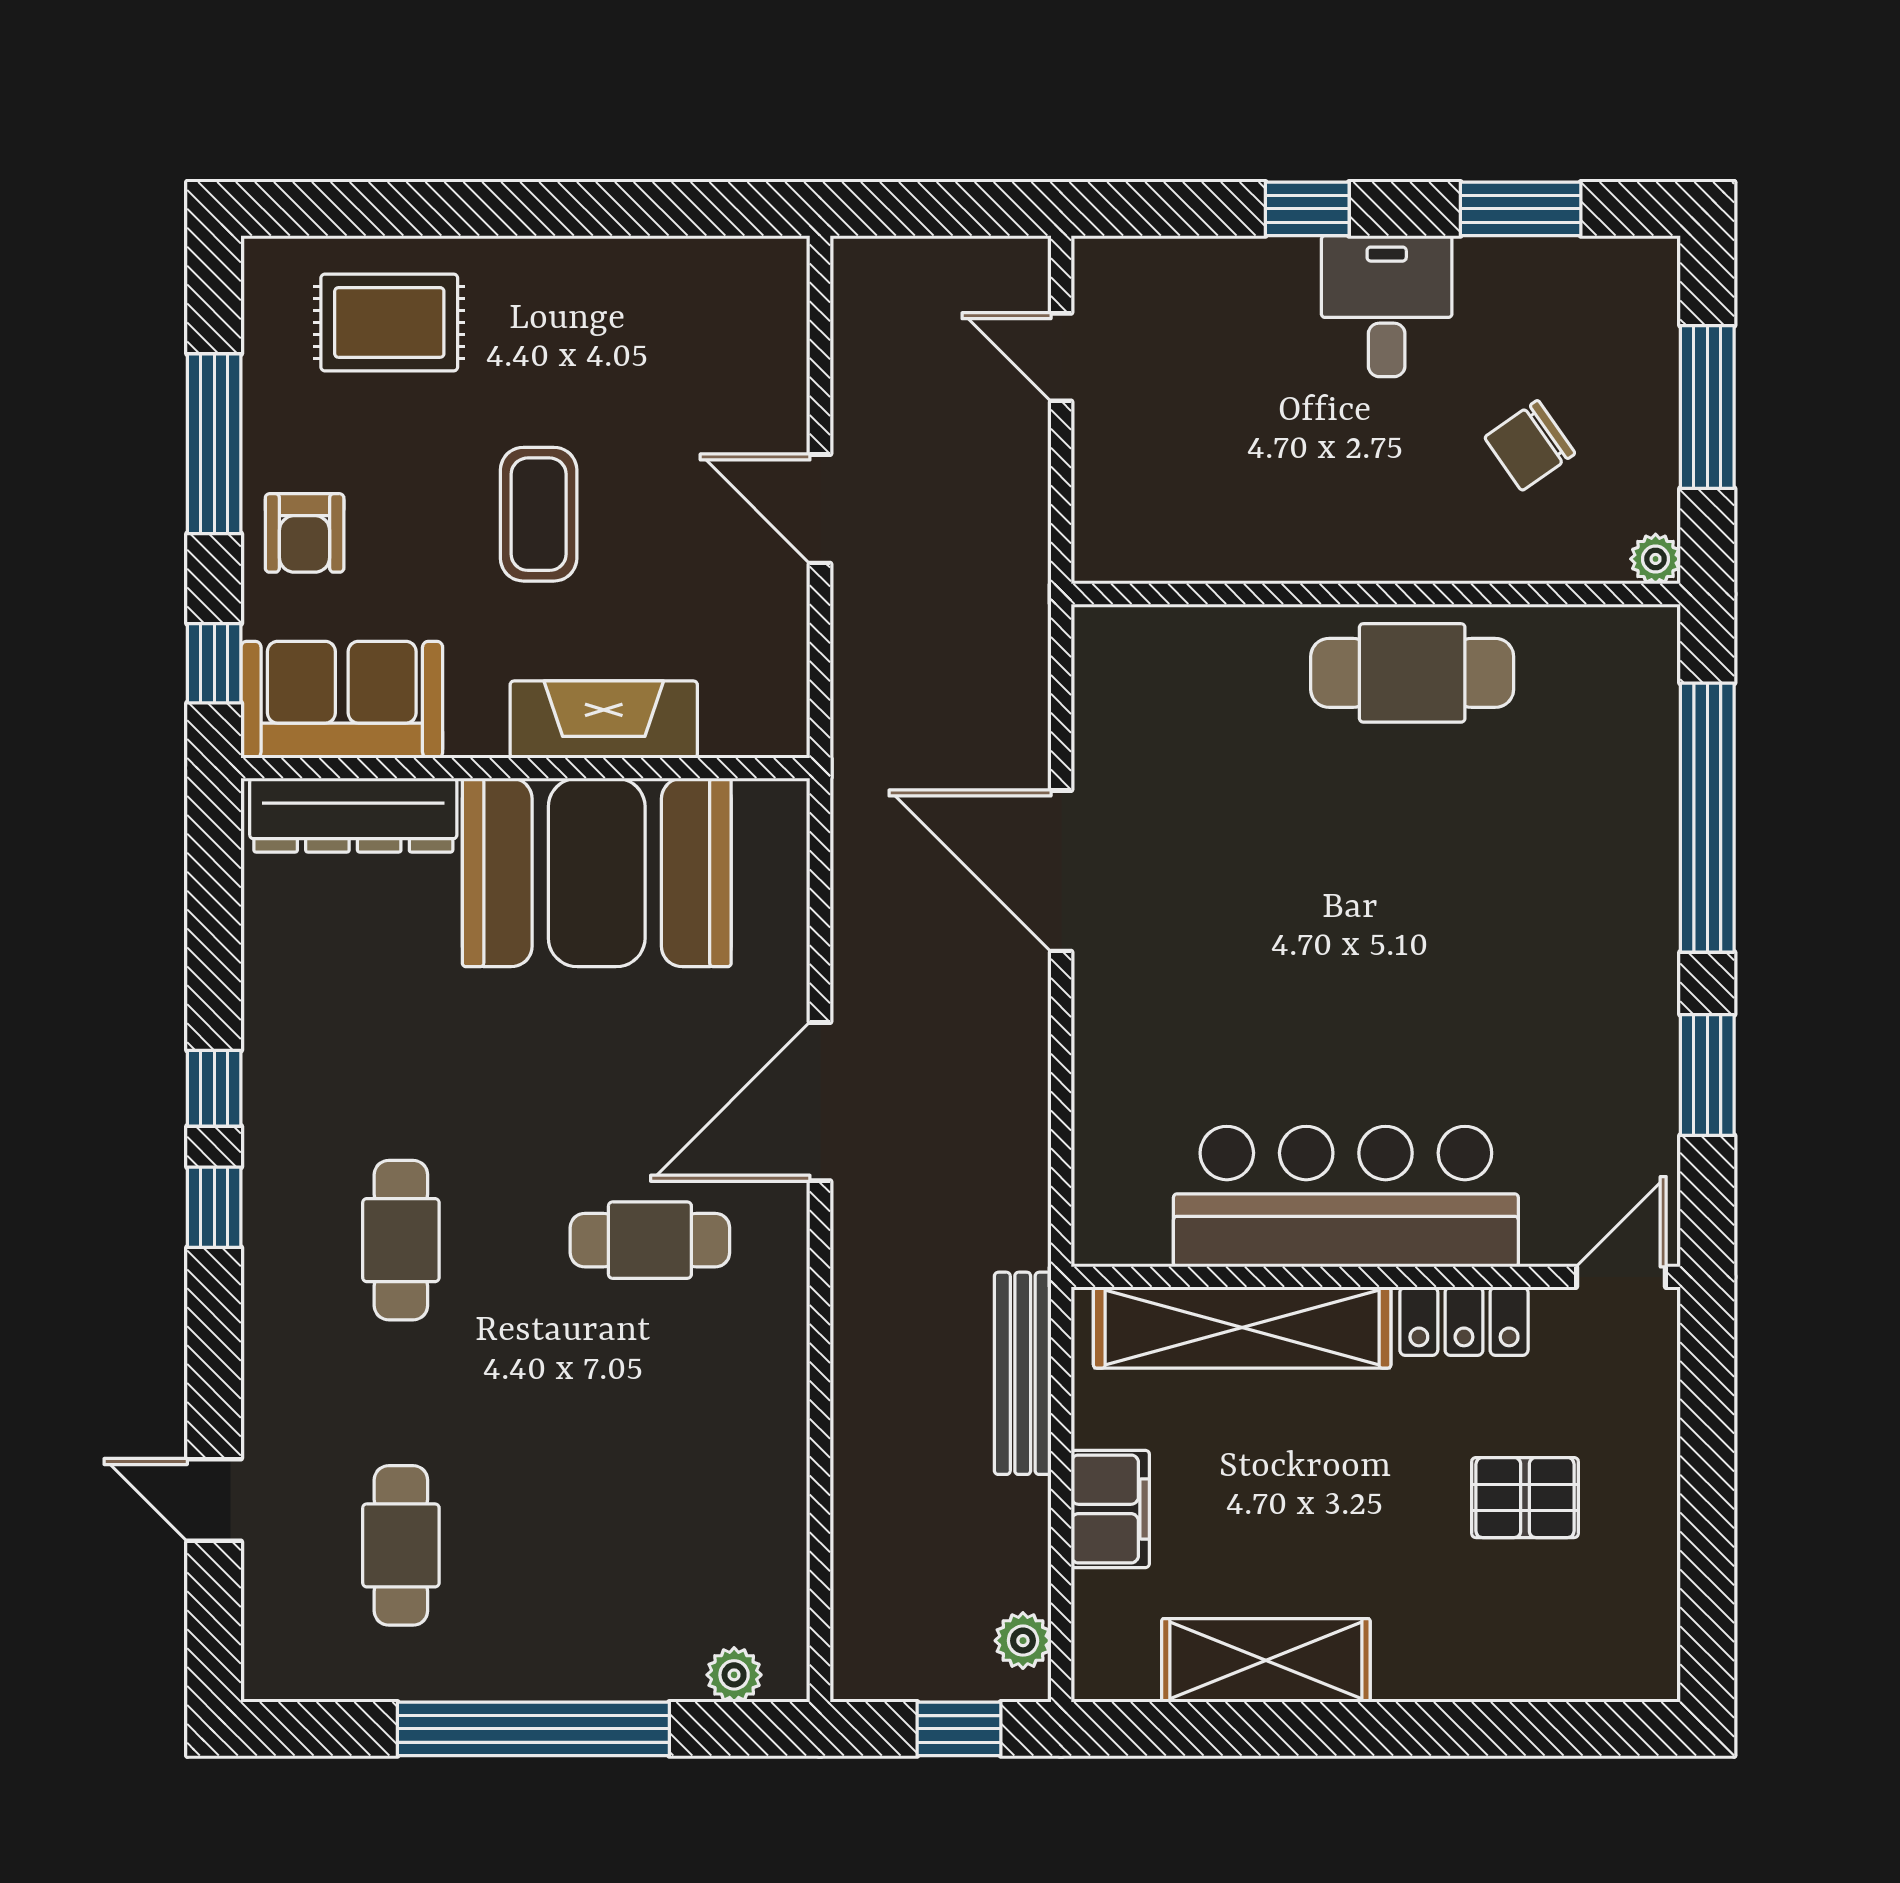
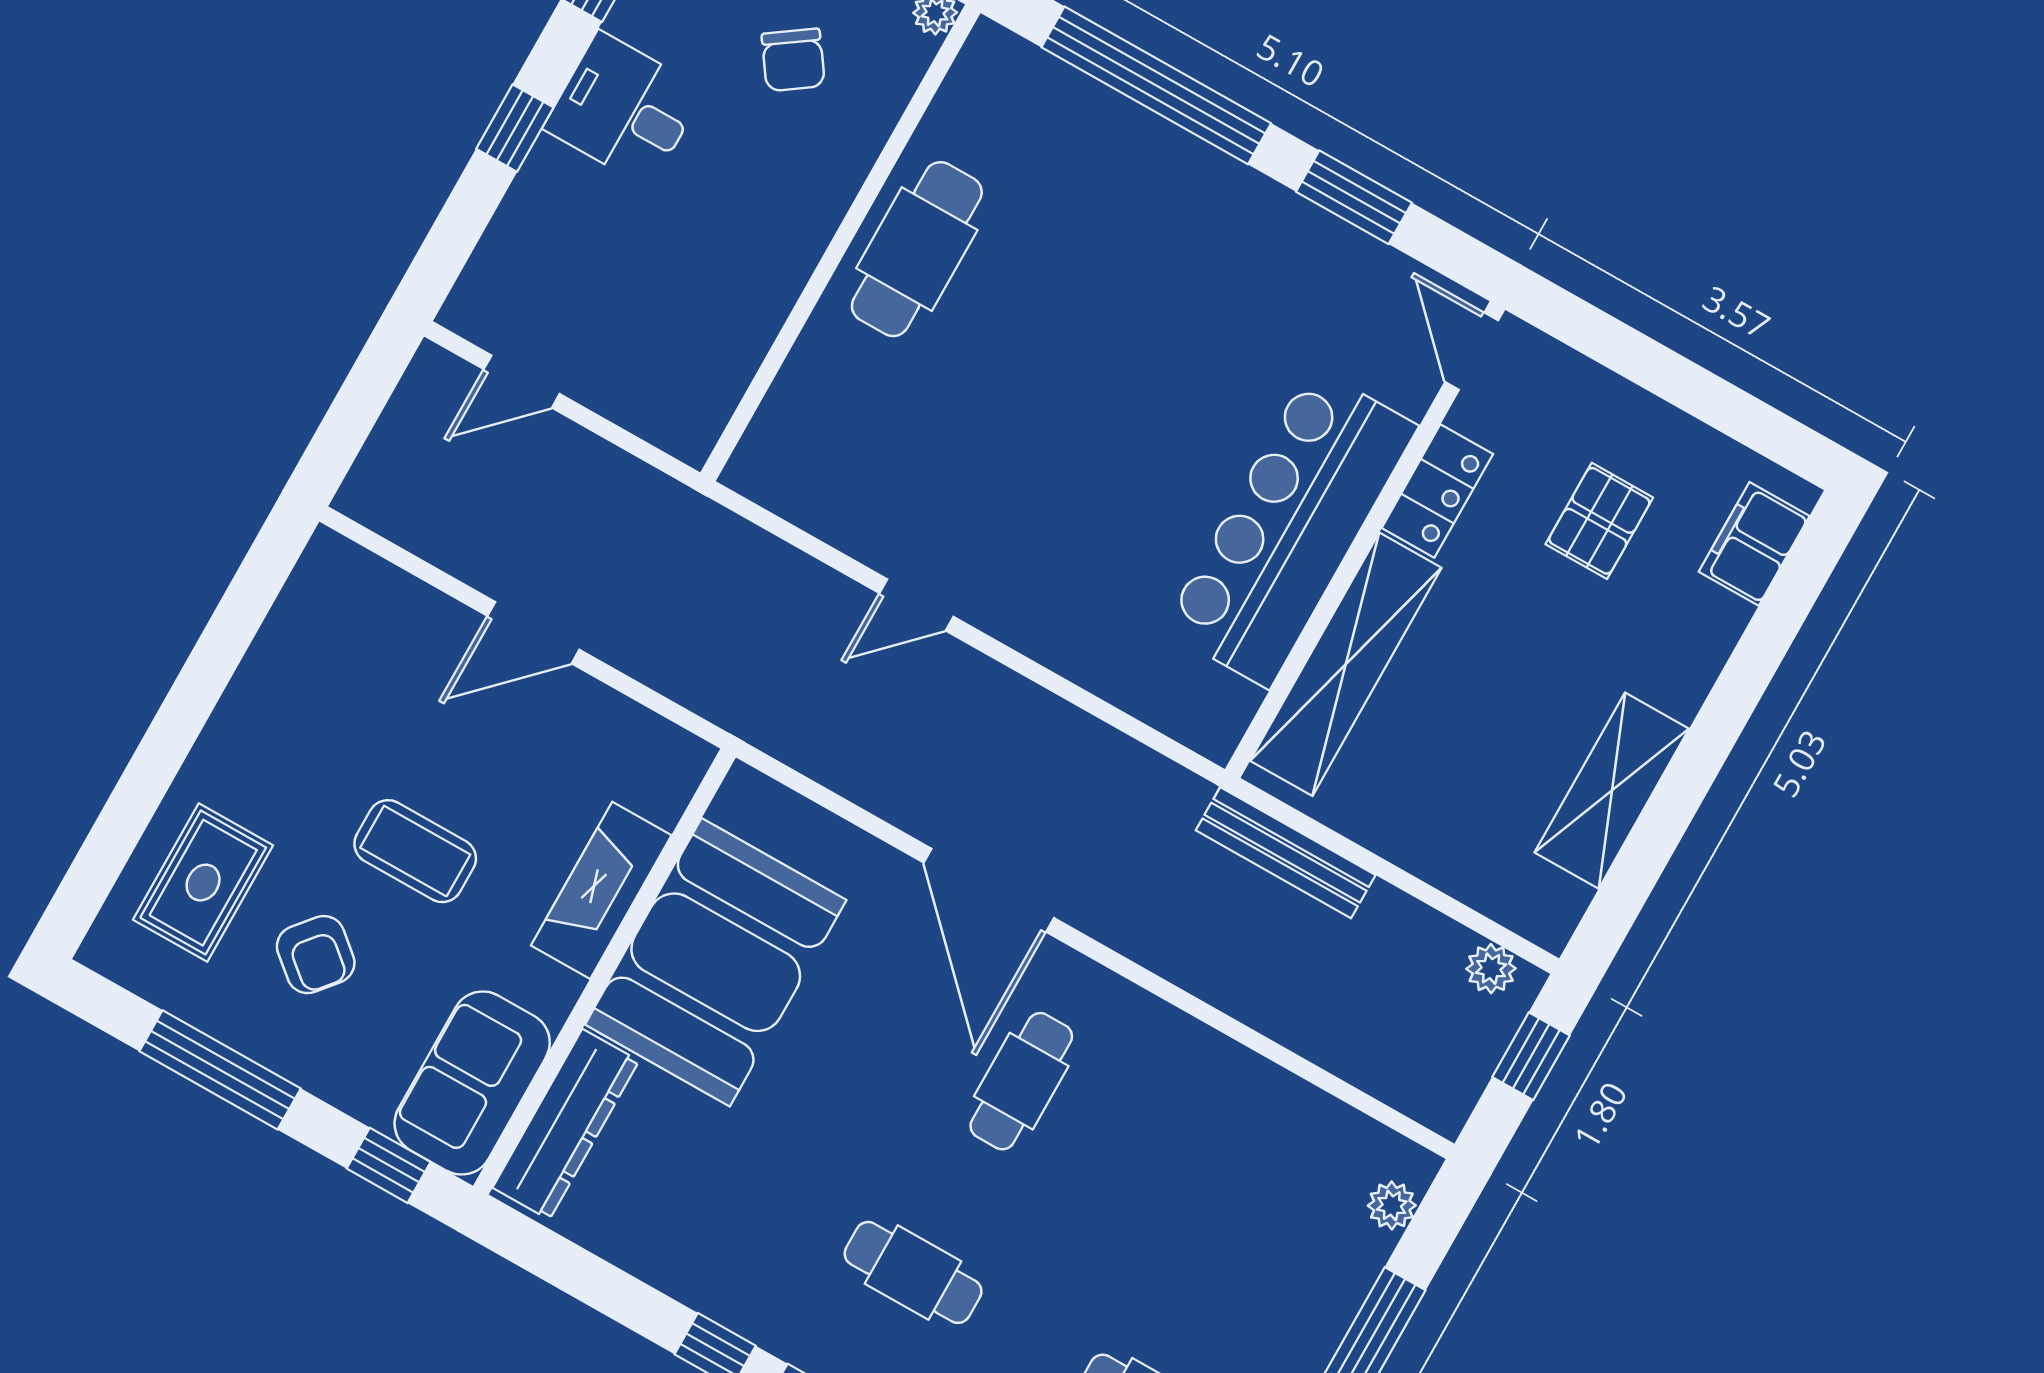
armchair: (305, 533) -> (316, 955), moved, turned 40
door: (1061, 871) -> (916, 605), width x0.53
filing cabinet: (1110, 1509) -> (1754, 544), moved, turned -90

